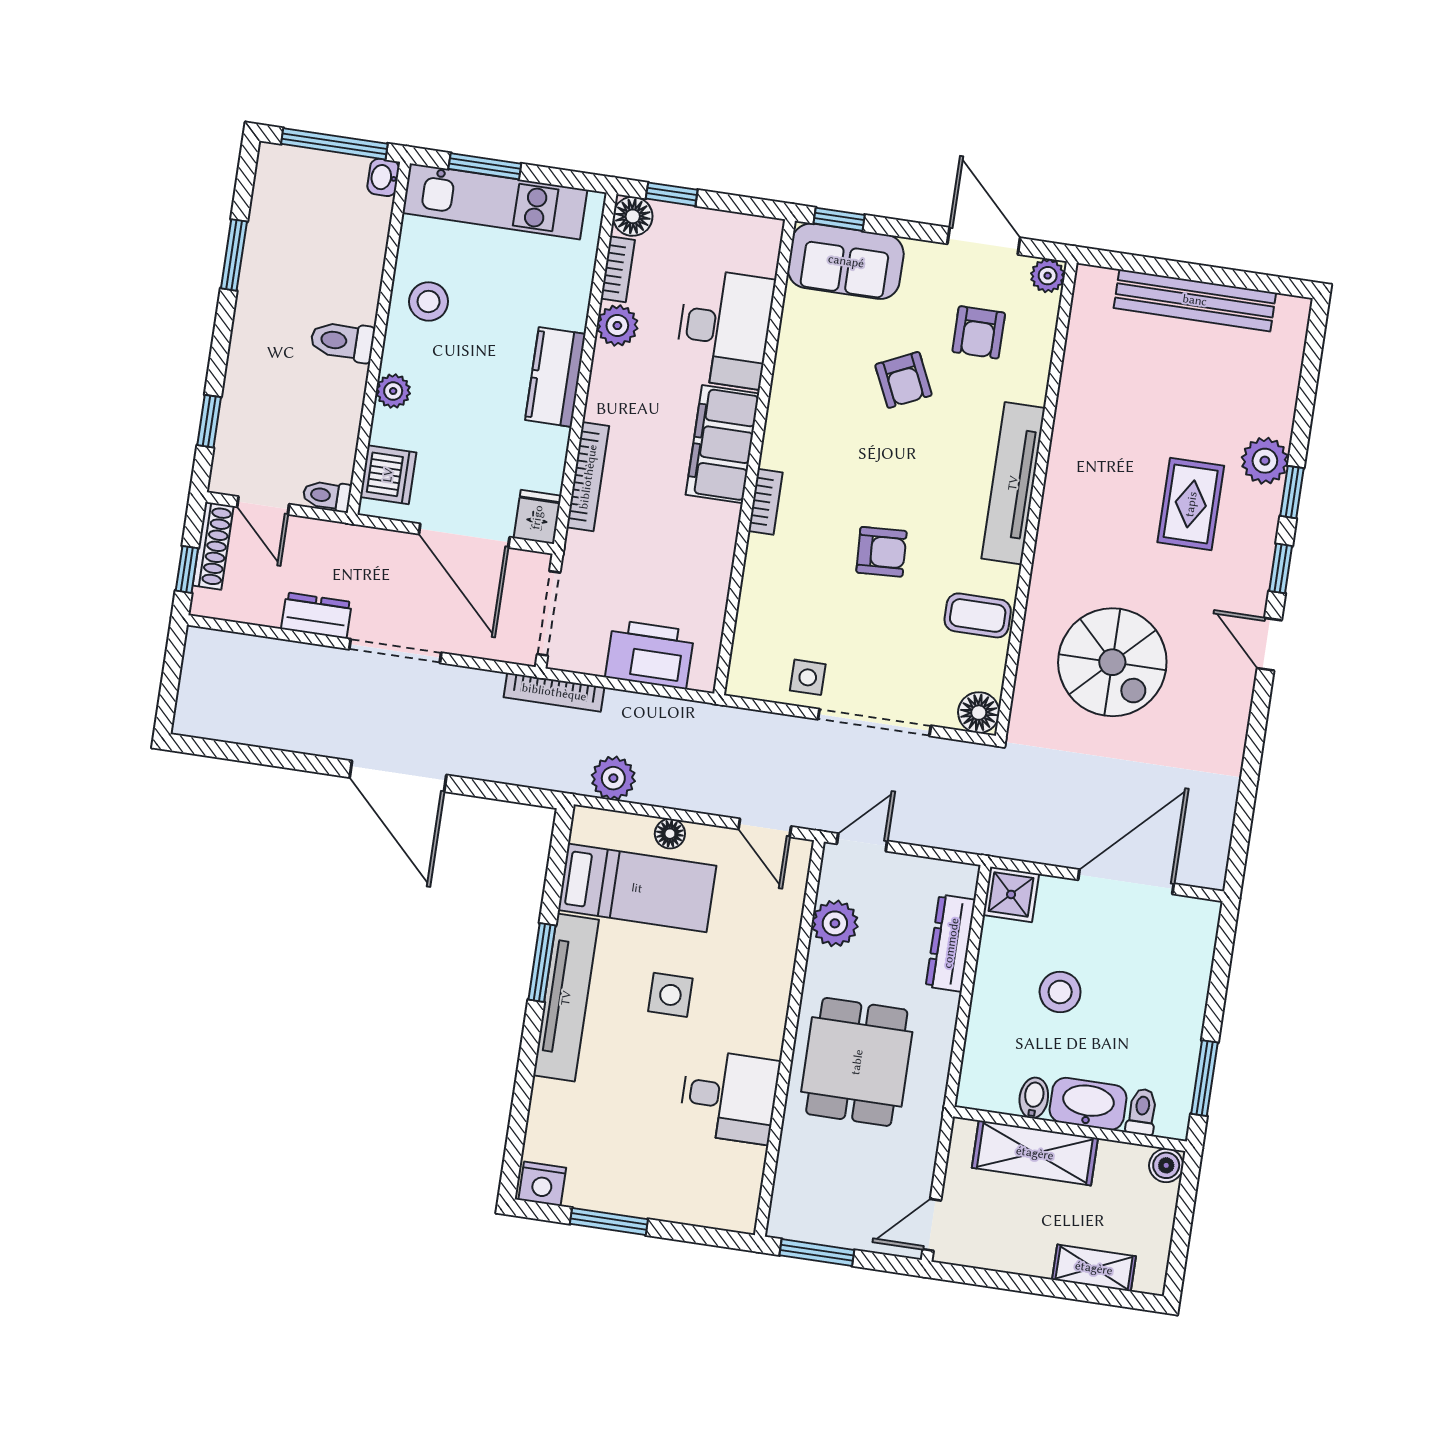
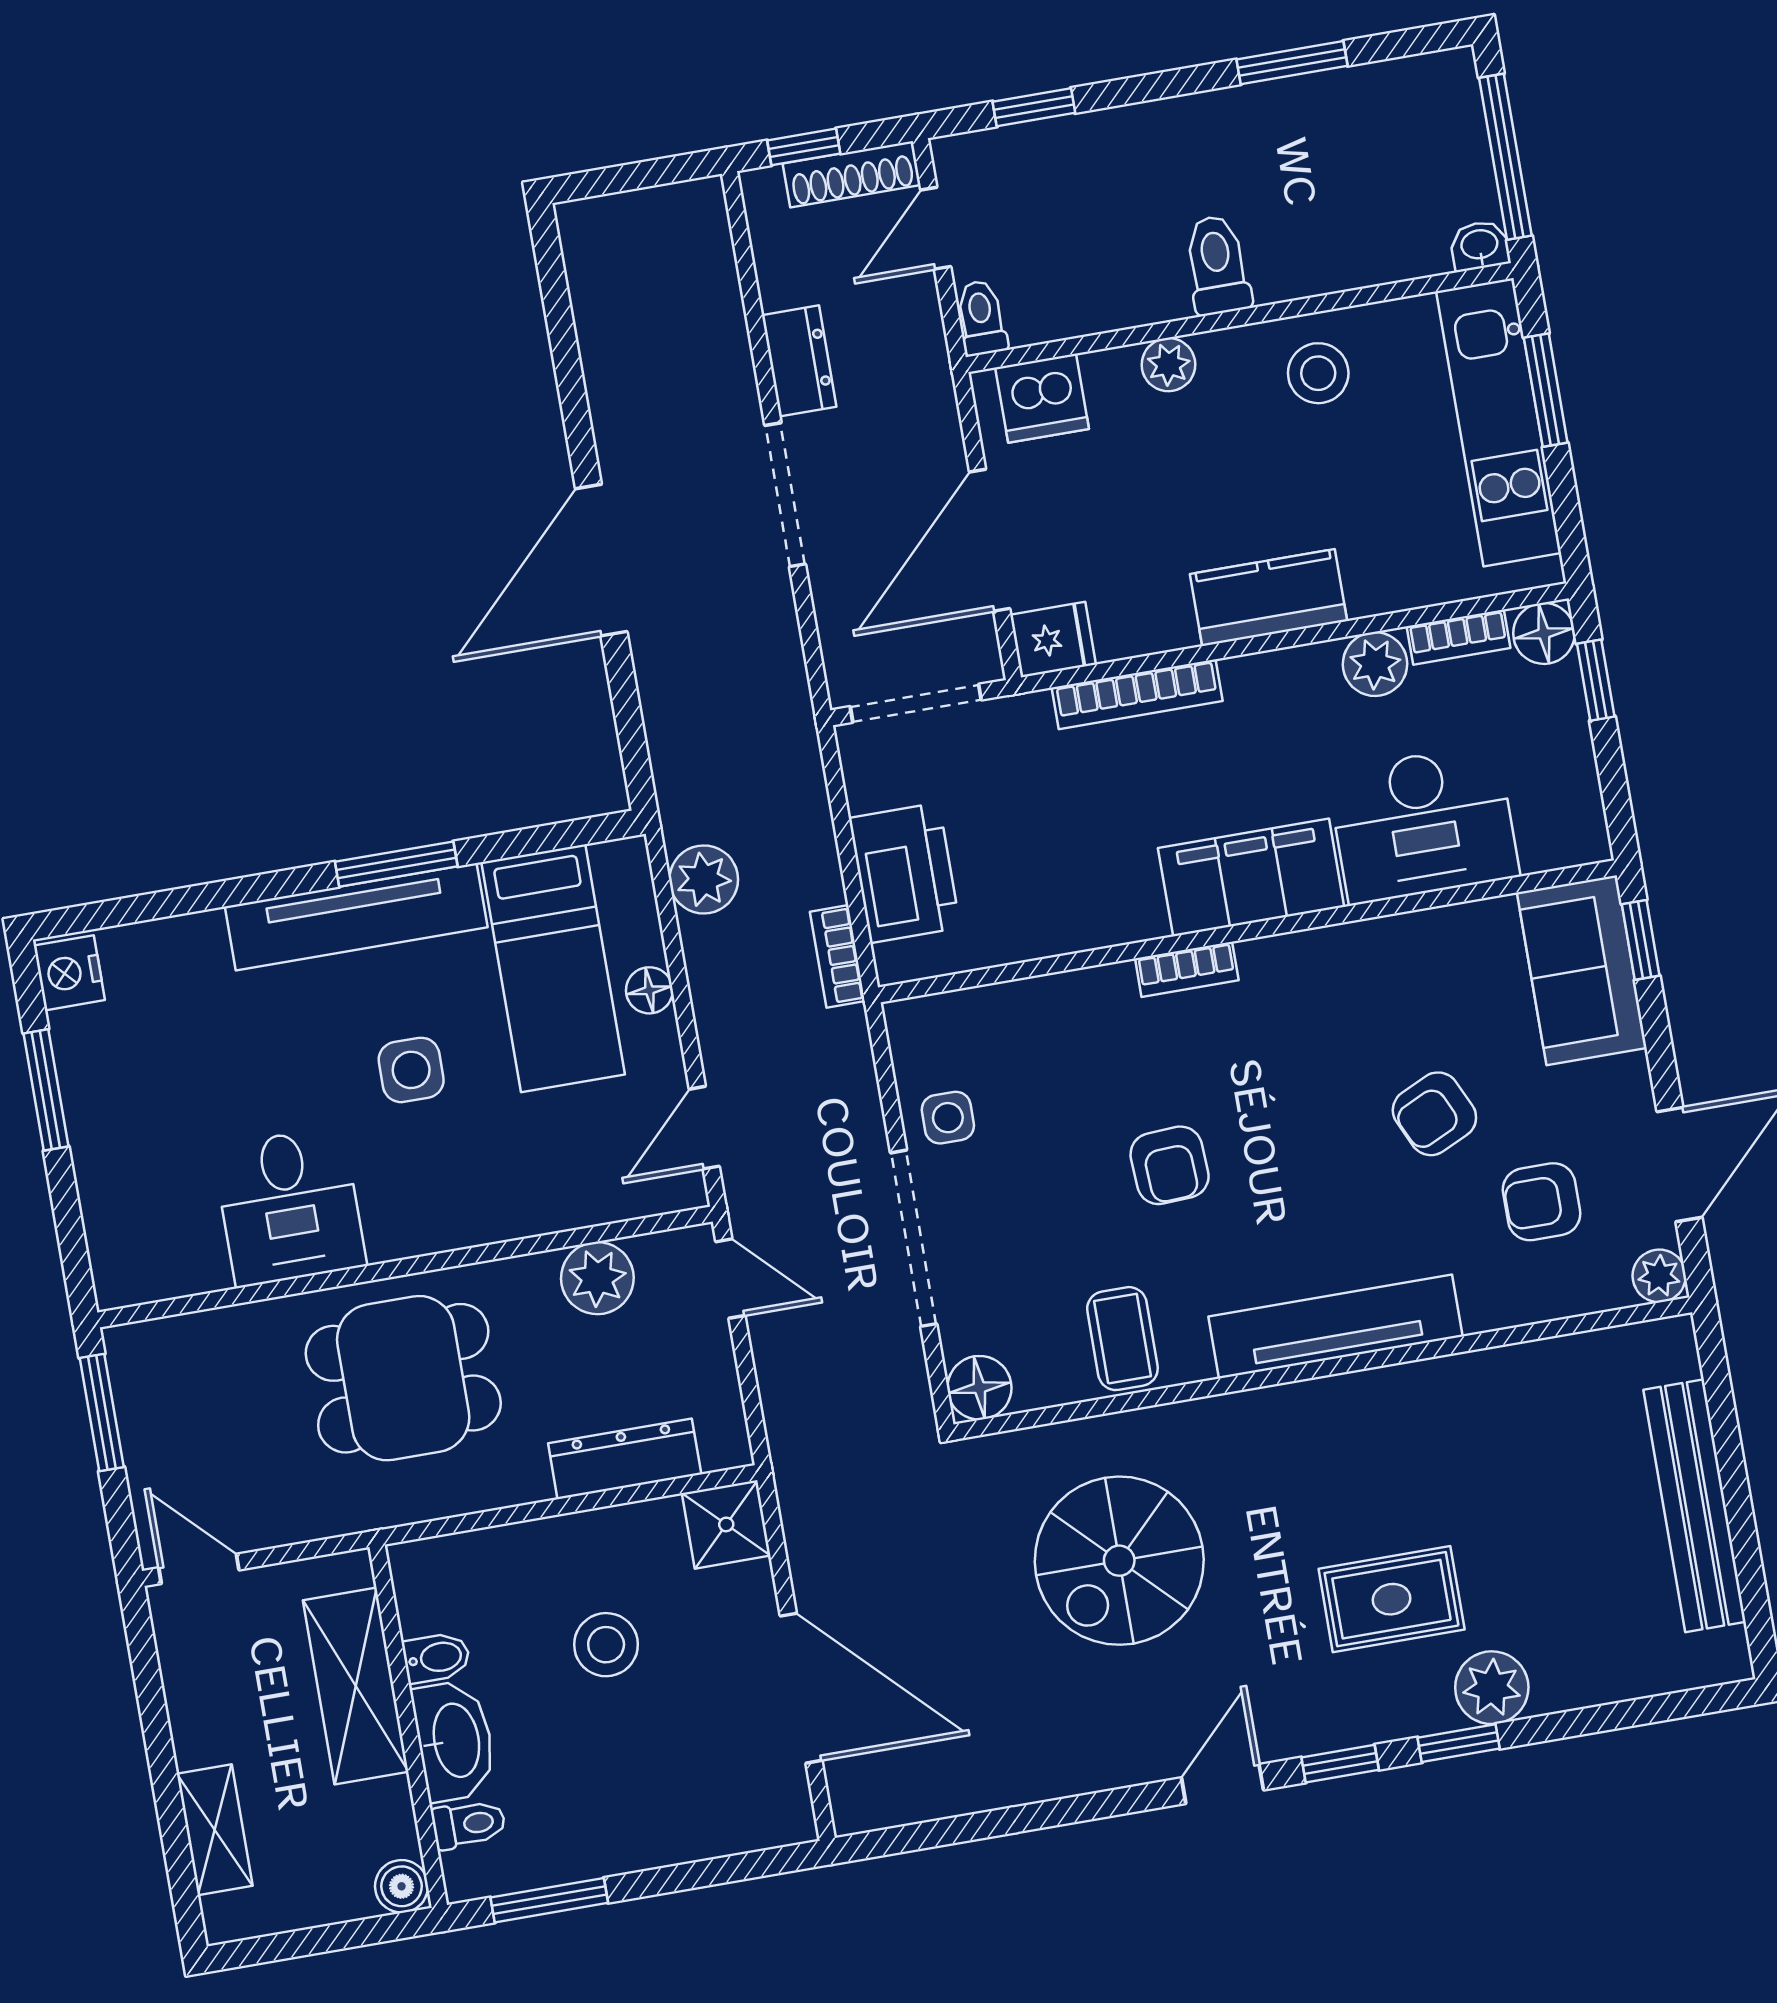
bookcase: (554, 692) -> (837, 956), moved, width x0.64

